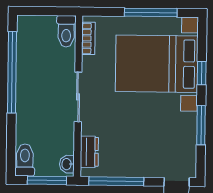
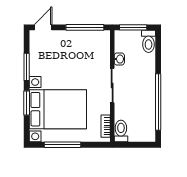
window: (202, 73) -> (27, 103), width x1.50
dresser: (89, 152) -> (104, 48), removed
washbasin: (67, 164) -> (119, 59), moved

